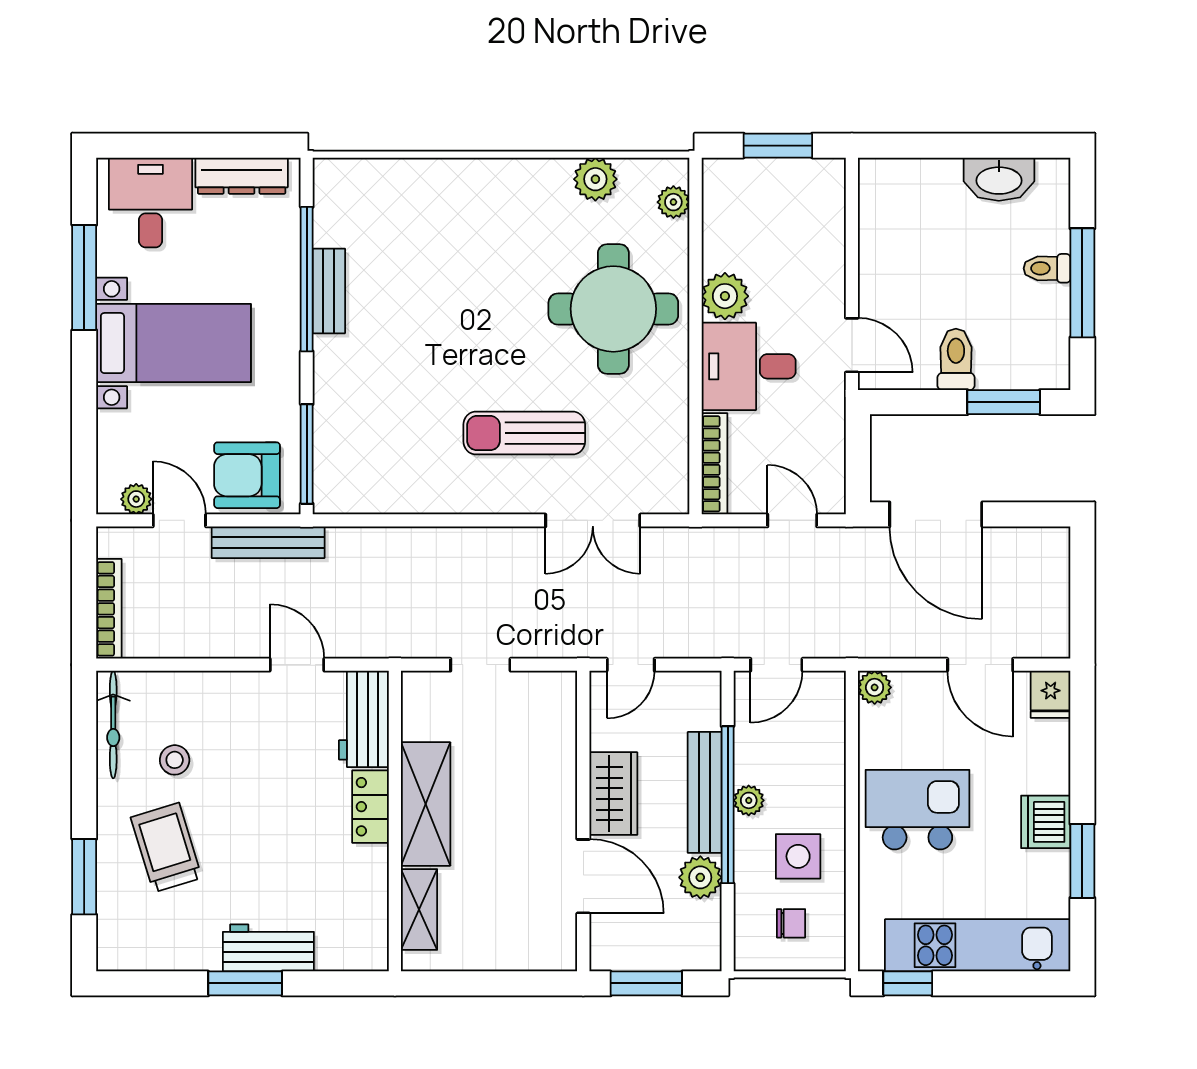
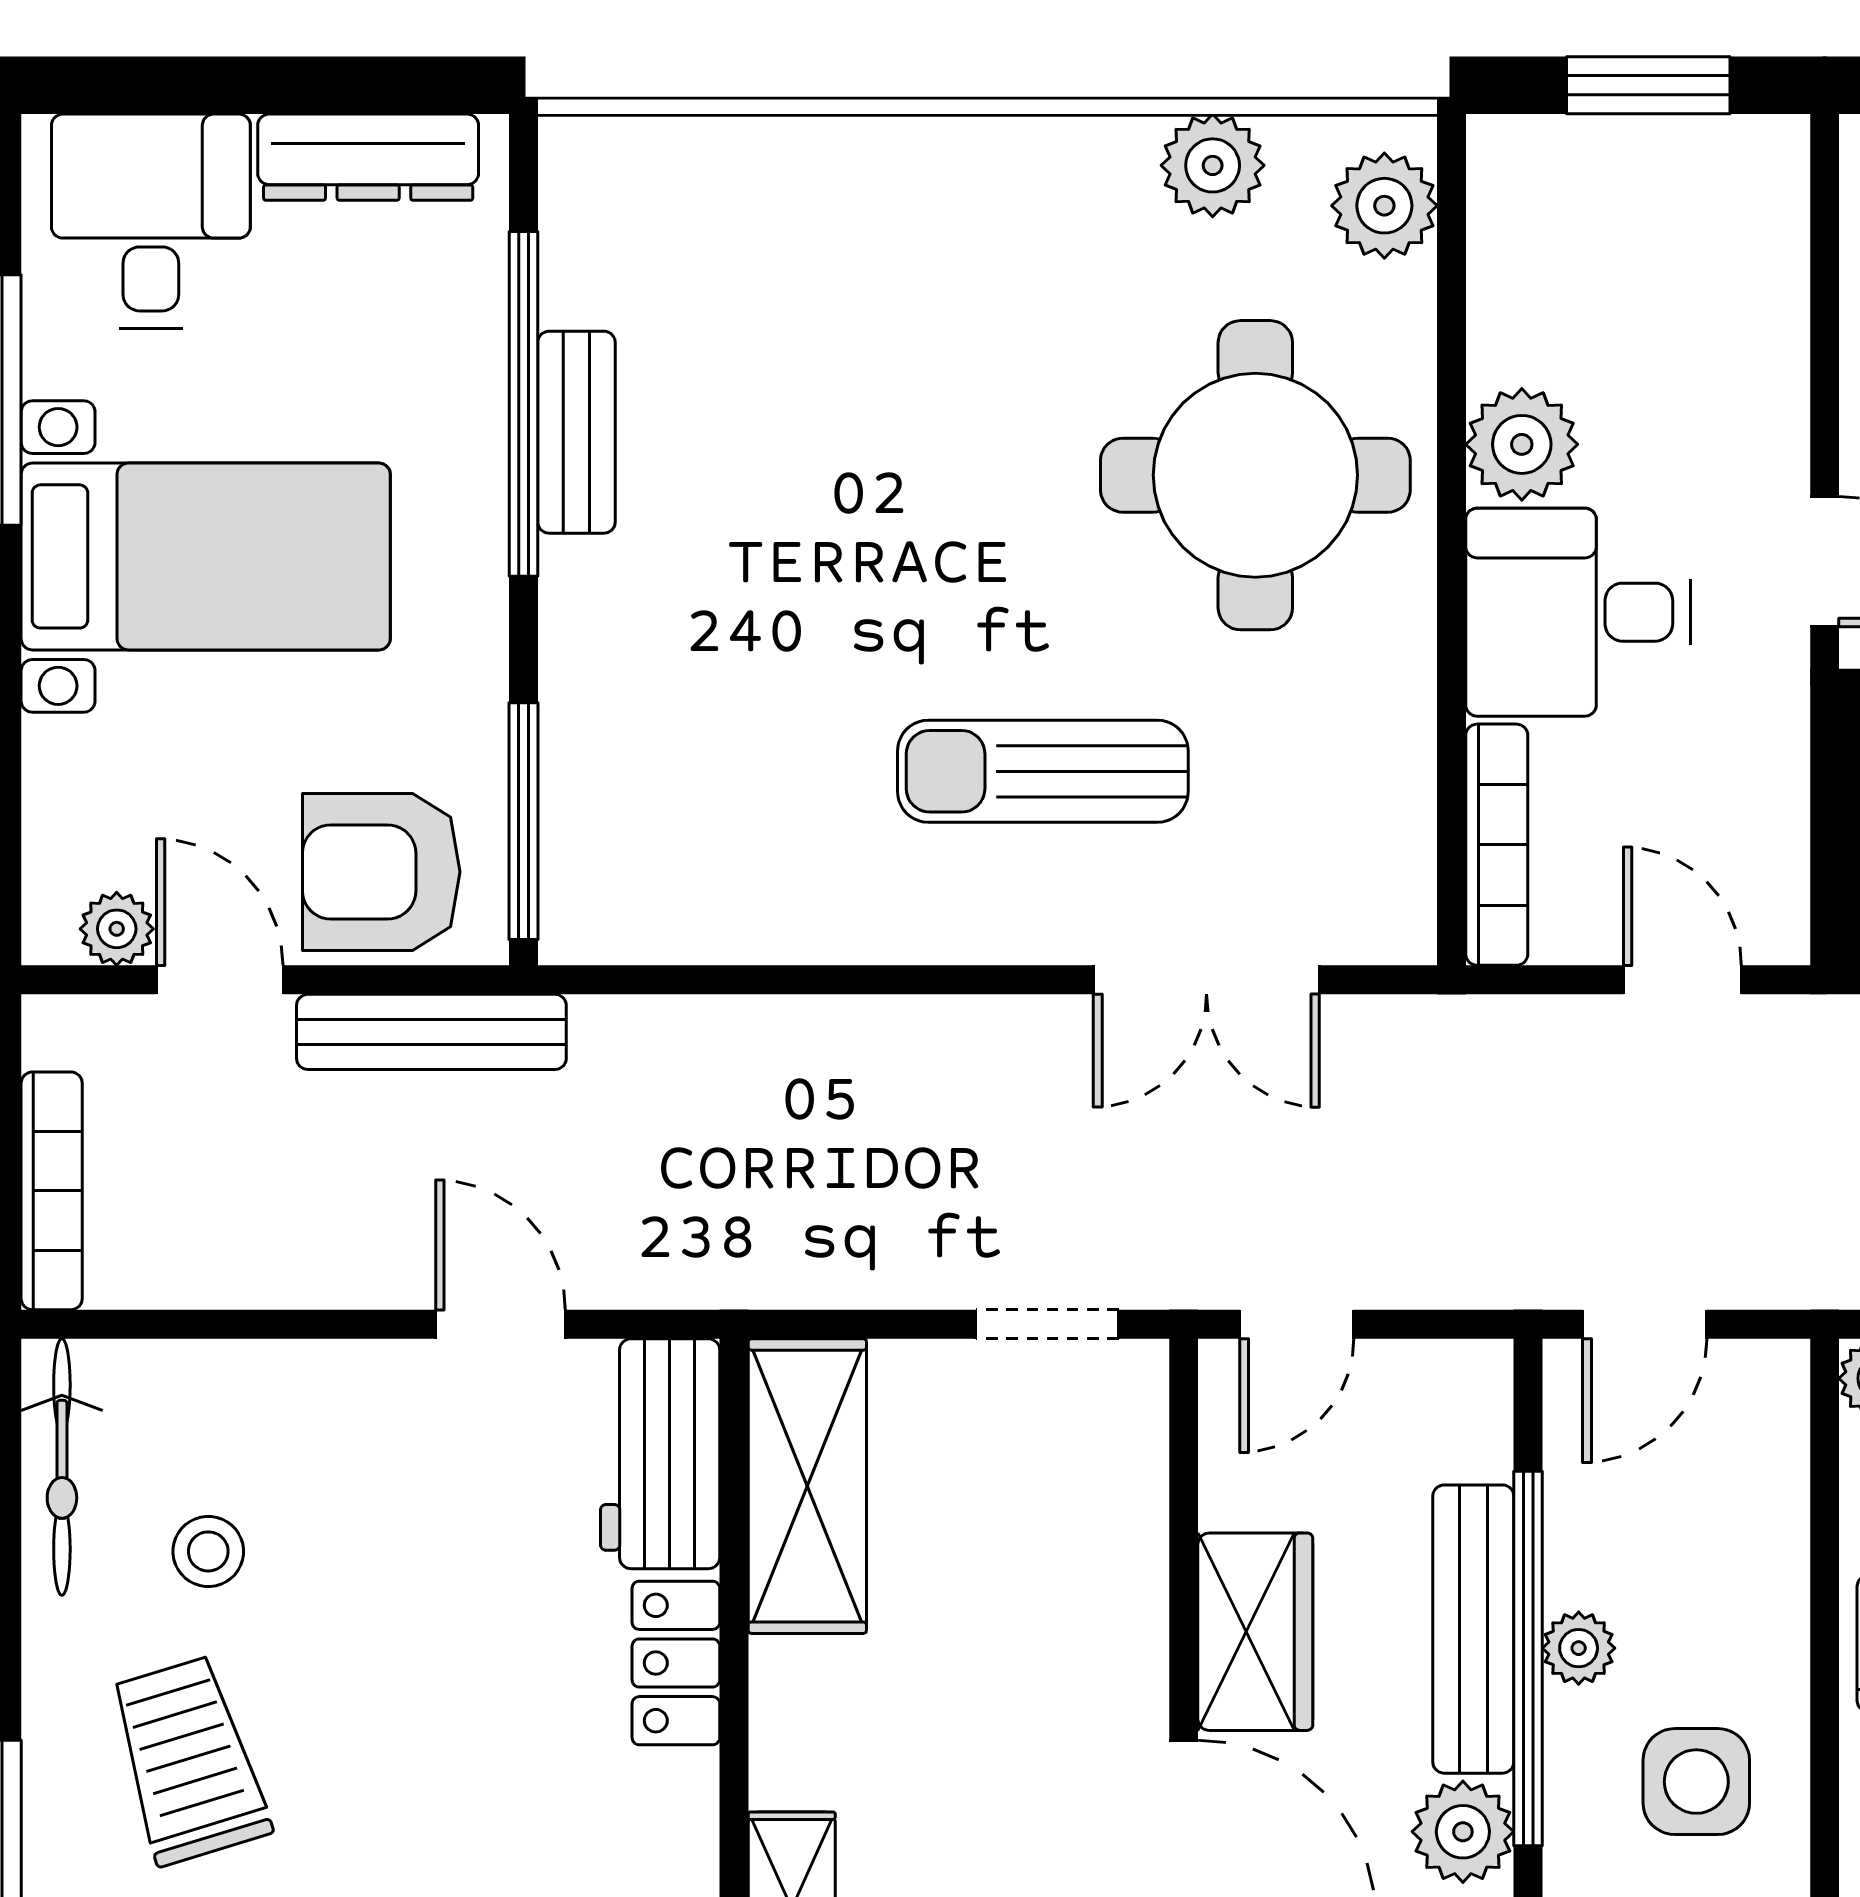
plant: (673, 202) -> (1384, 206), width x1.38, depth x1.38
doorway: (480, 665) -> (1047, 1324), moved
shelving: (426, 804) -> (807, 1486), moved

